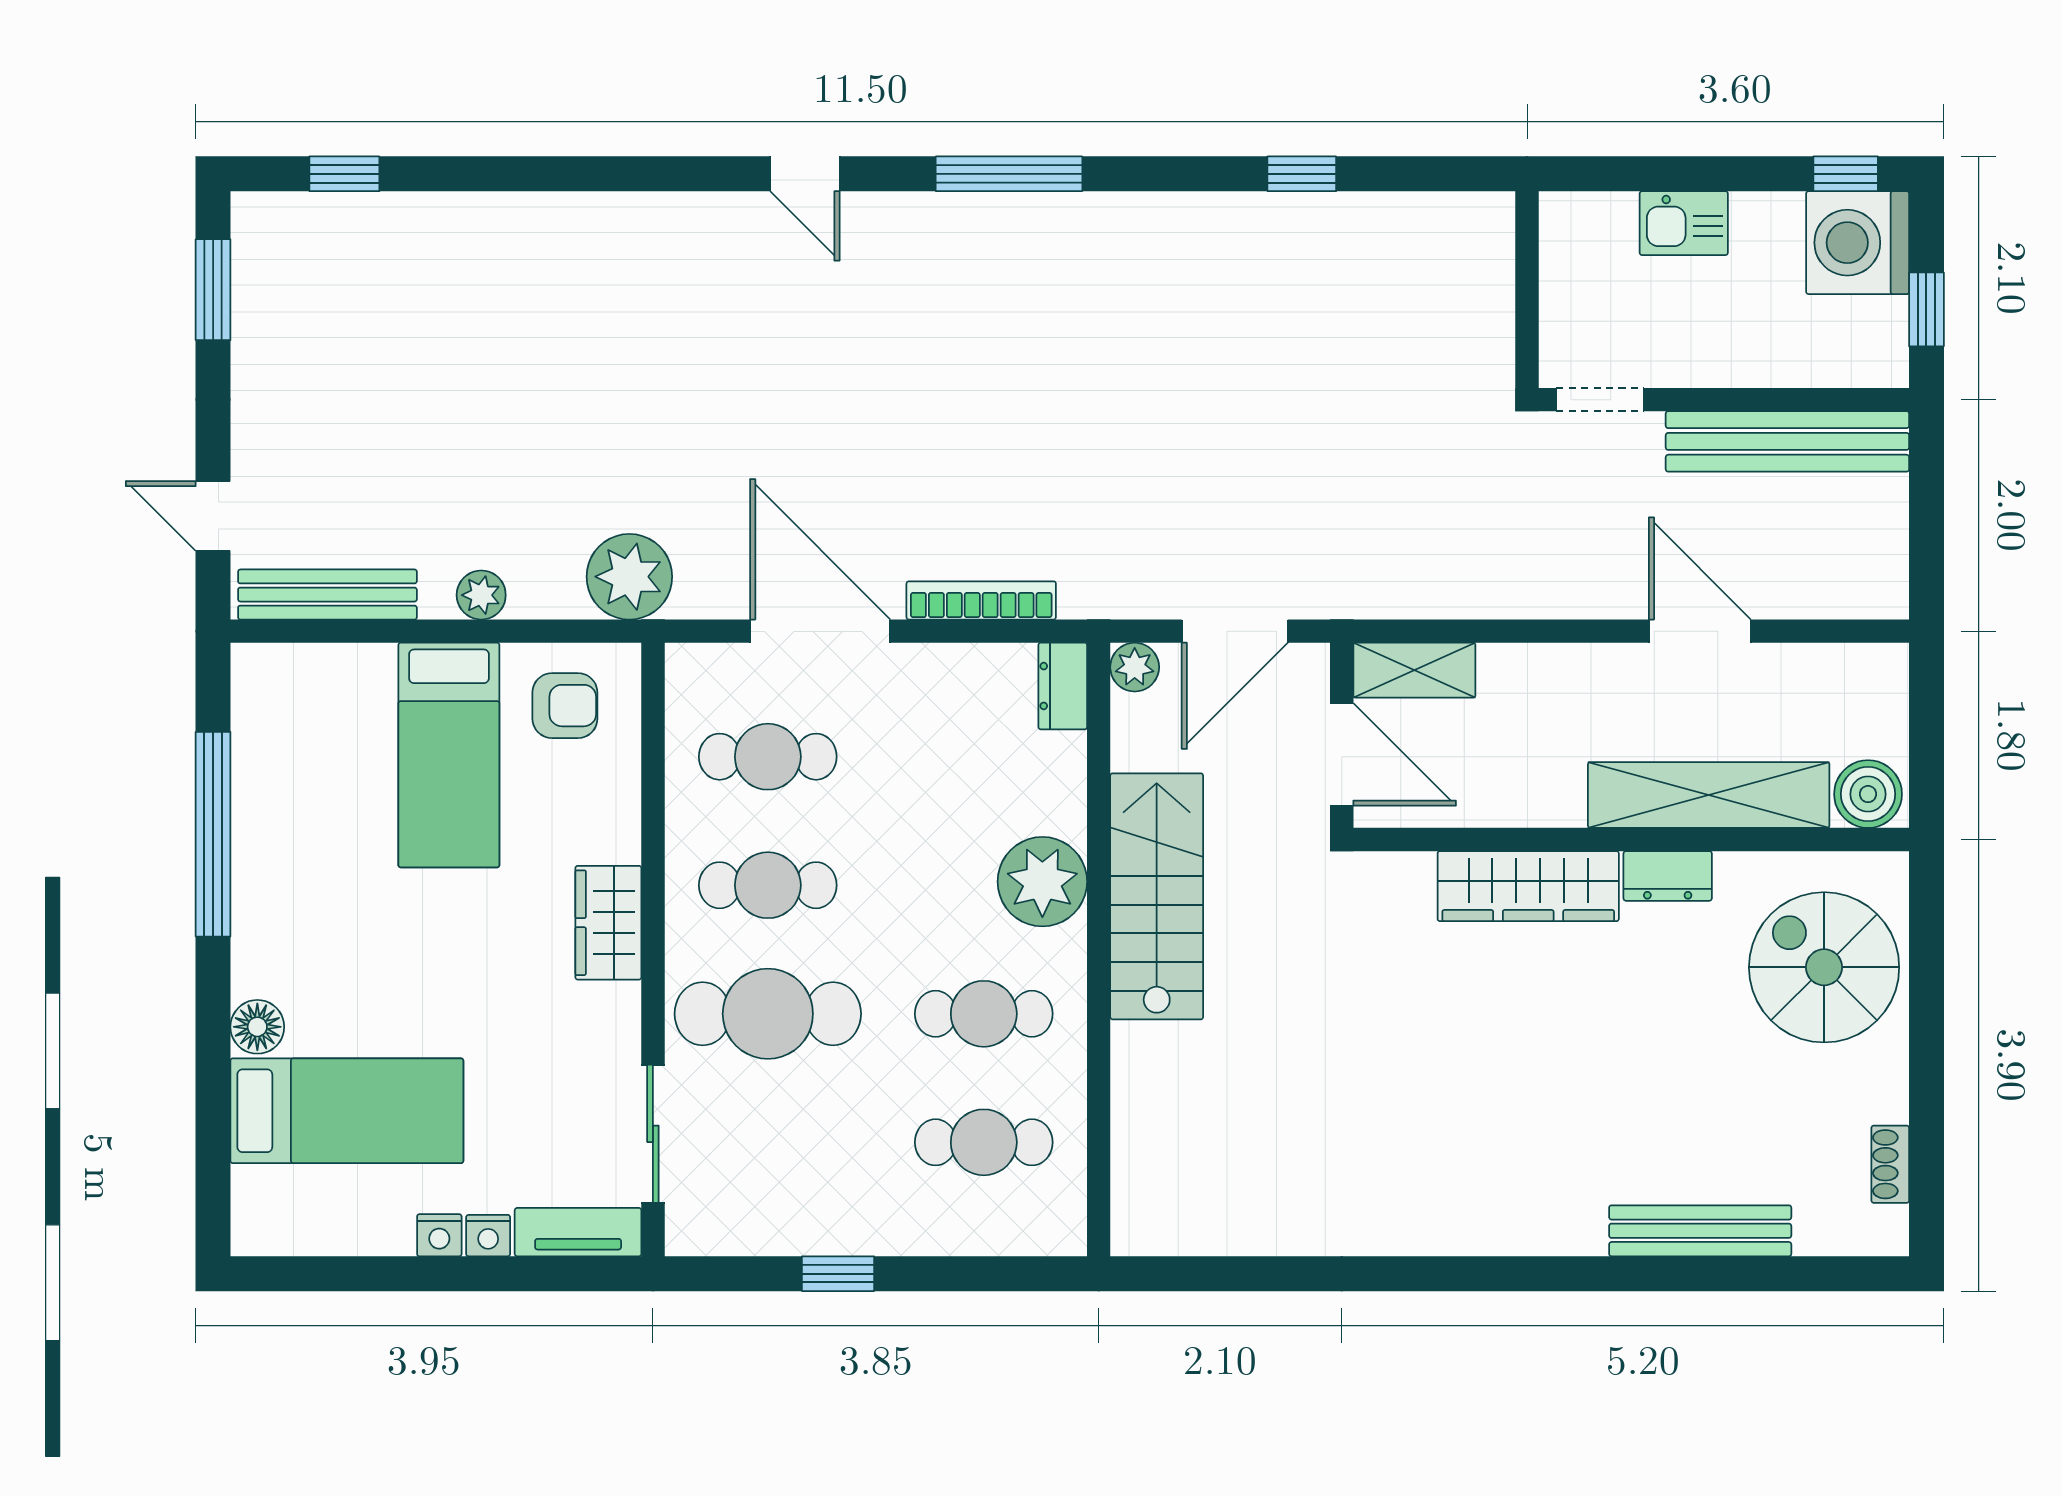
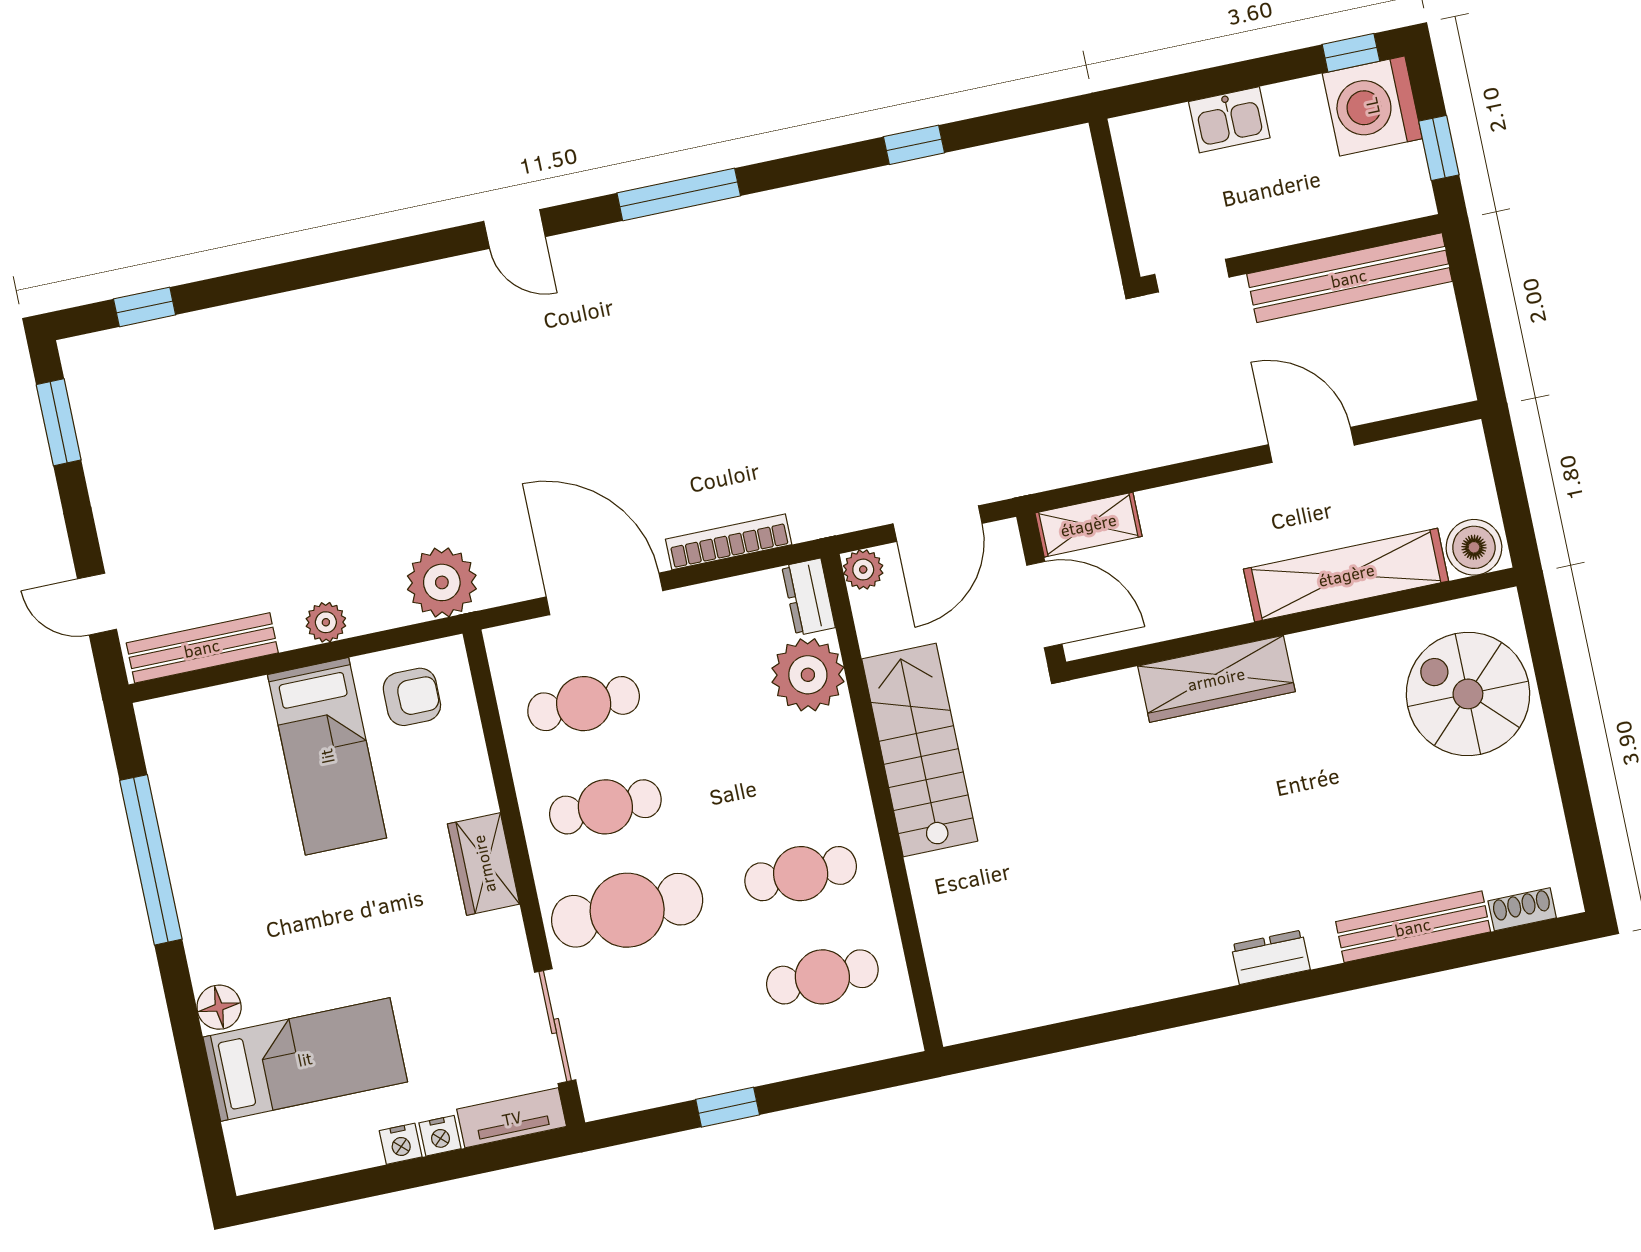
dresser: (1668, 876) -> (1271, 957), moved, turned 180
plant: (1042, 882) -> (808, 675), moved
shoe rack: (1890, 1164) -> (1522, 909), moved, turned 90

